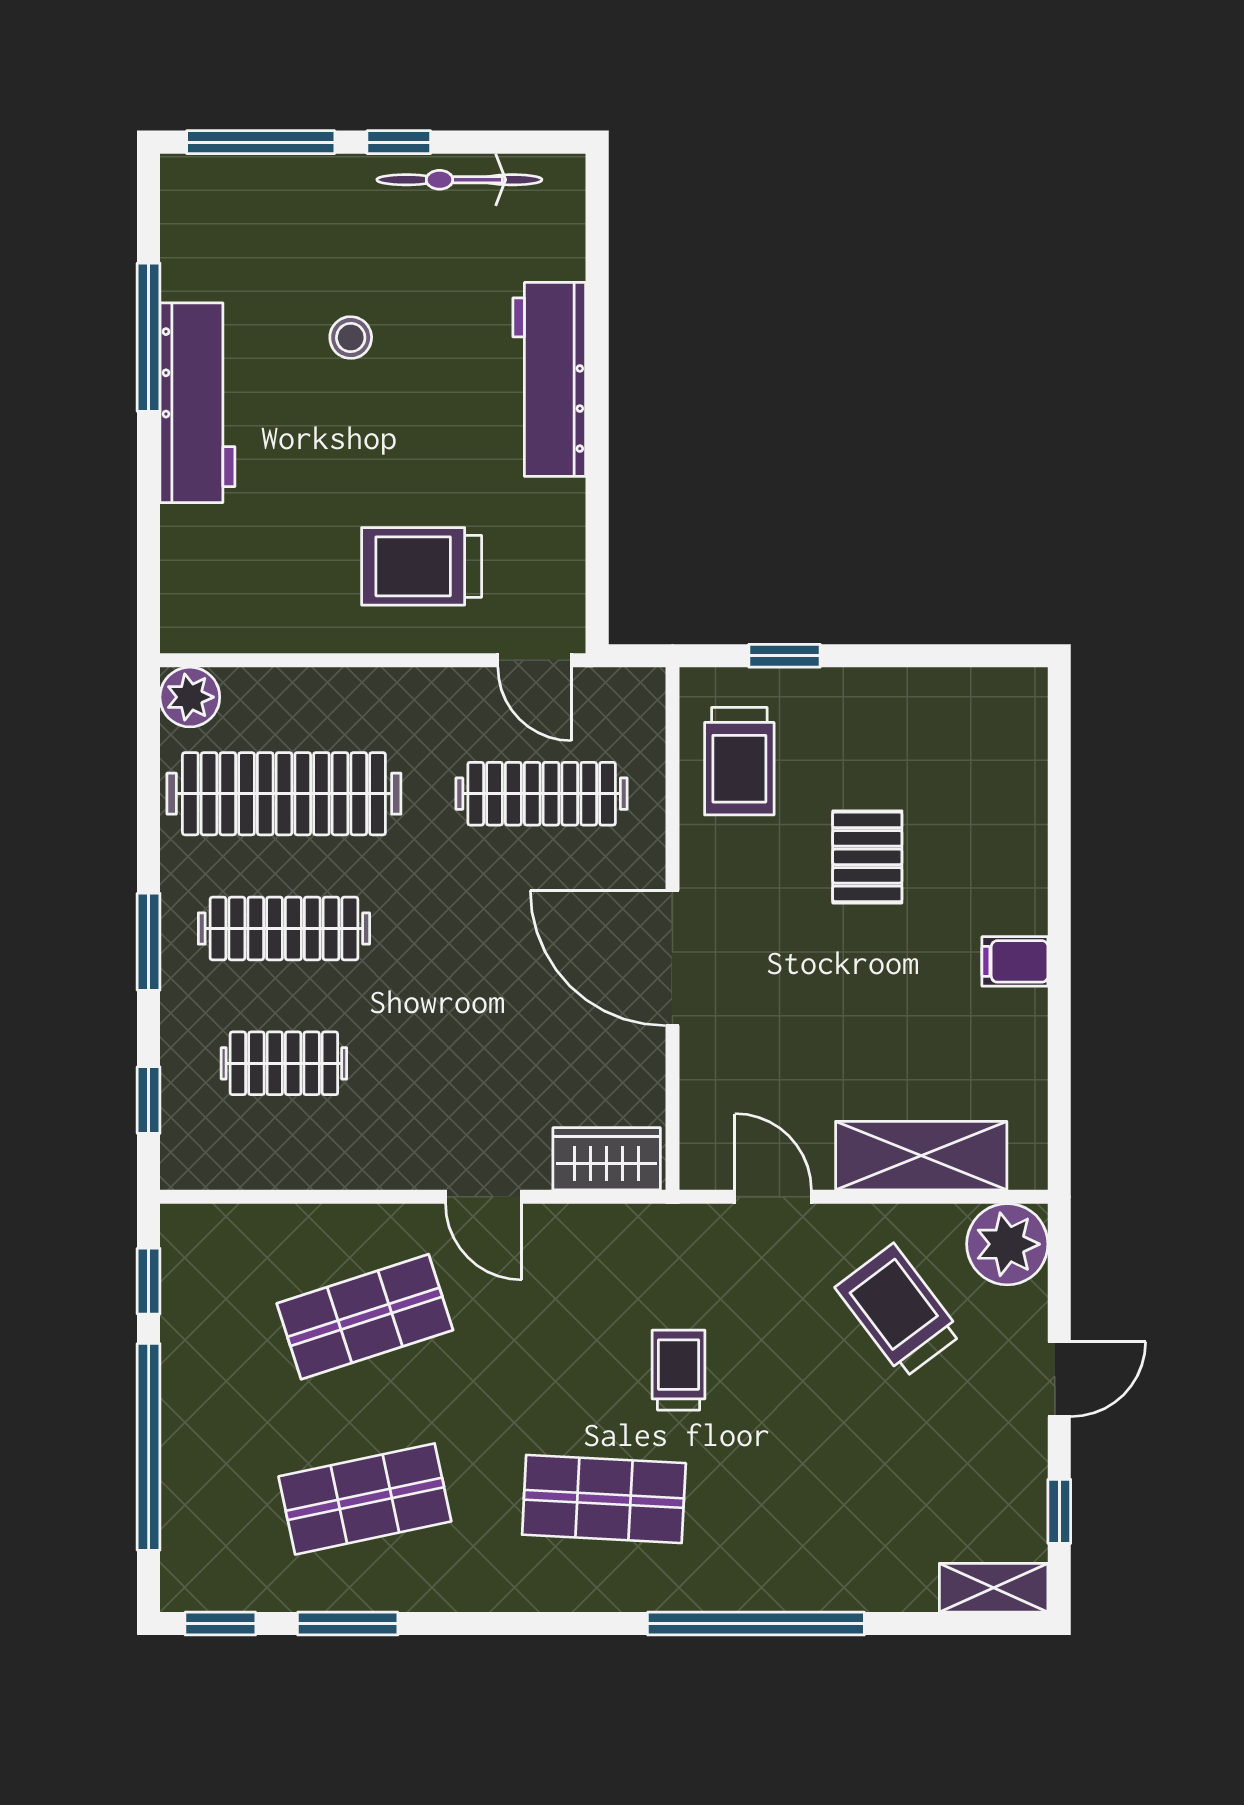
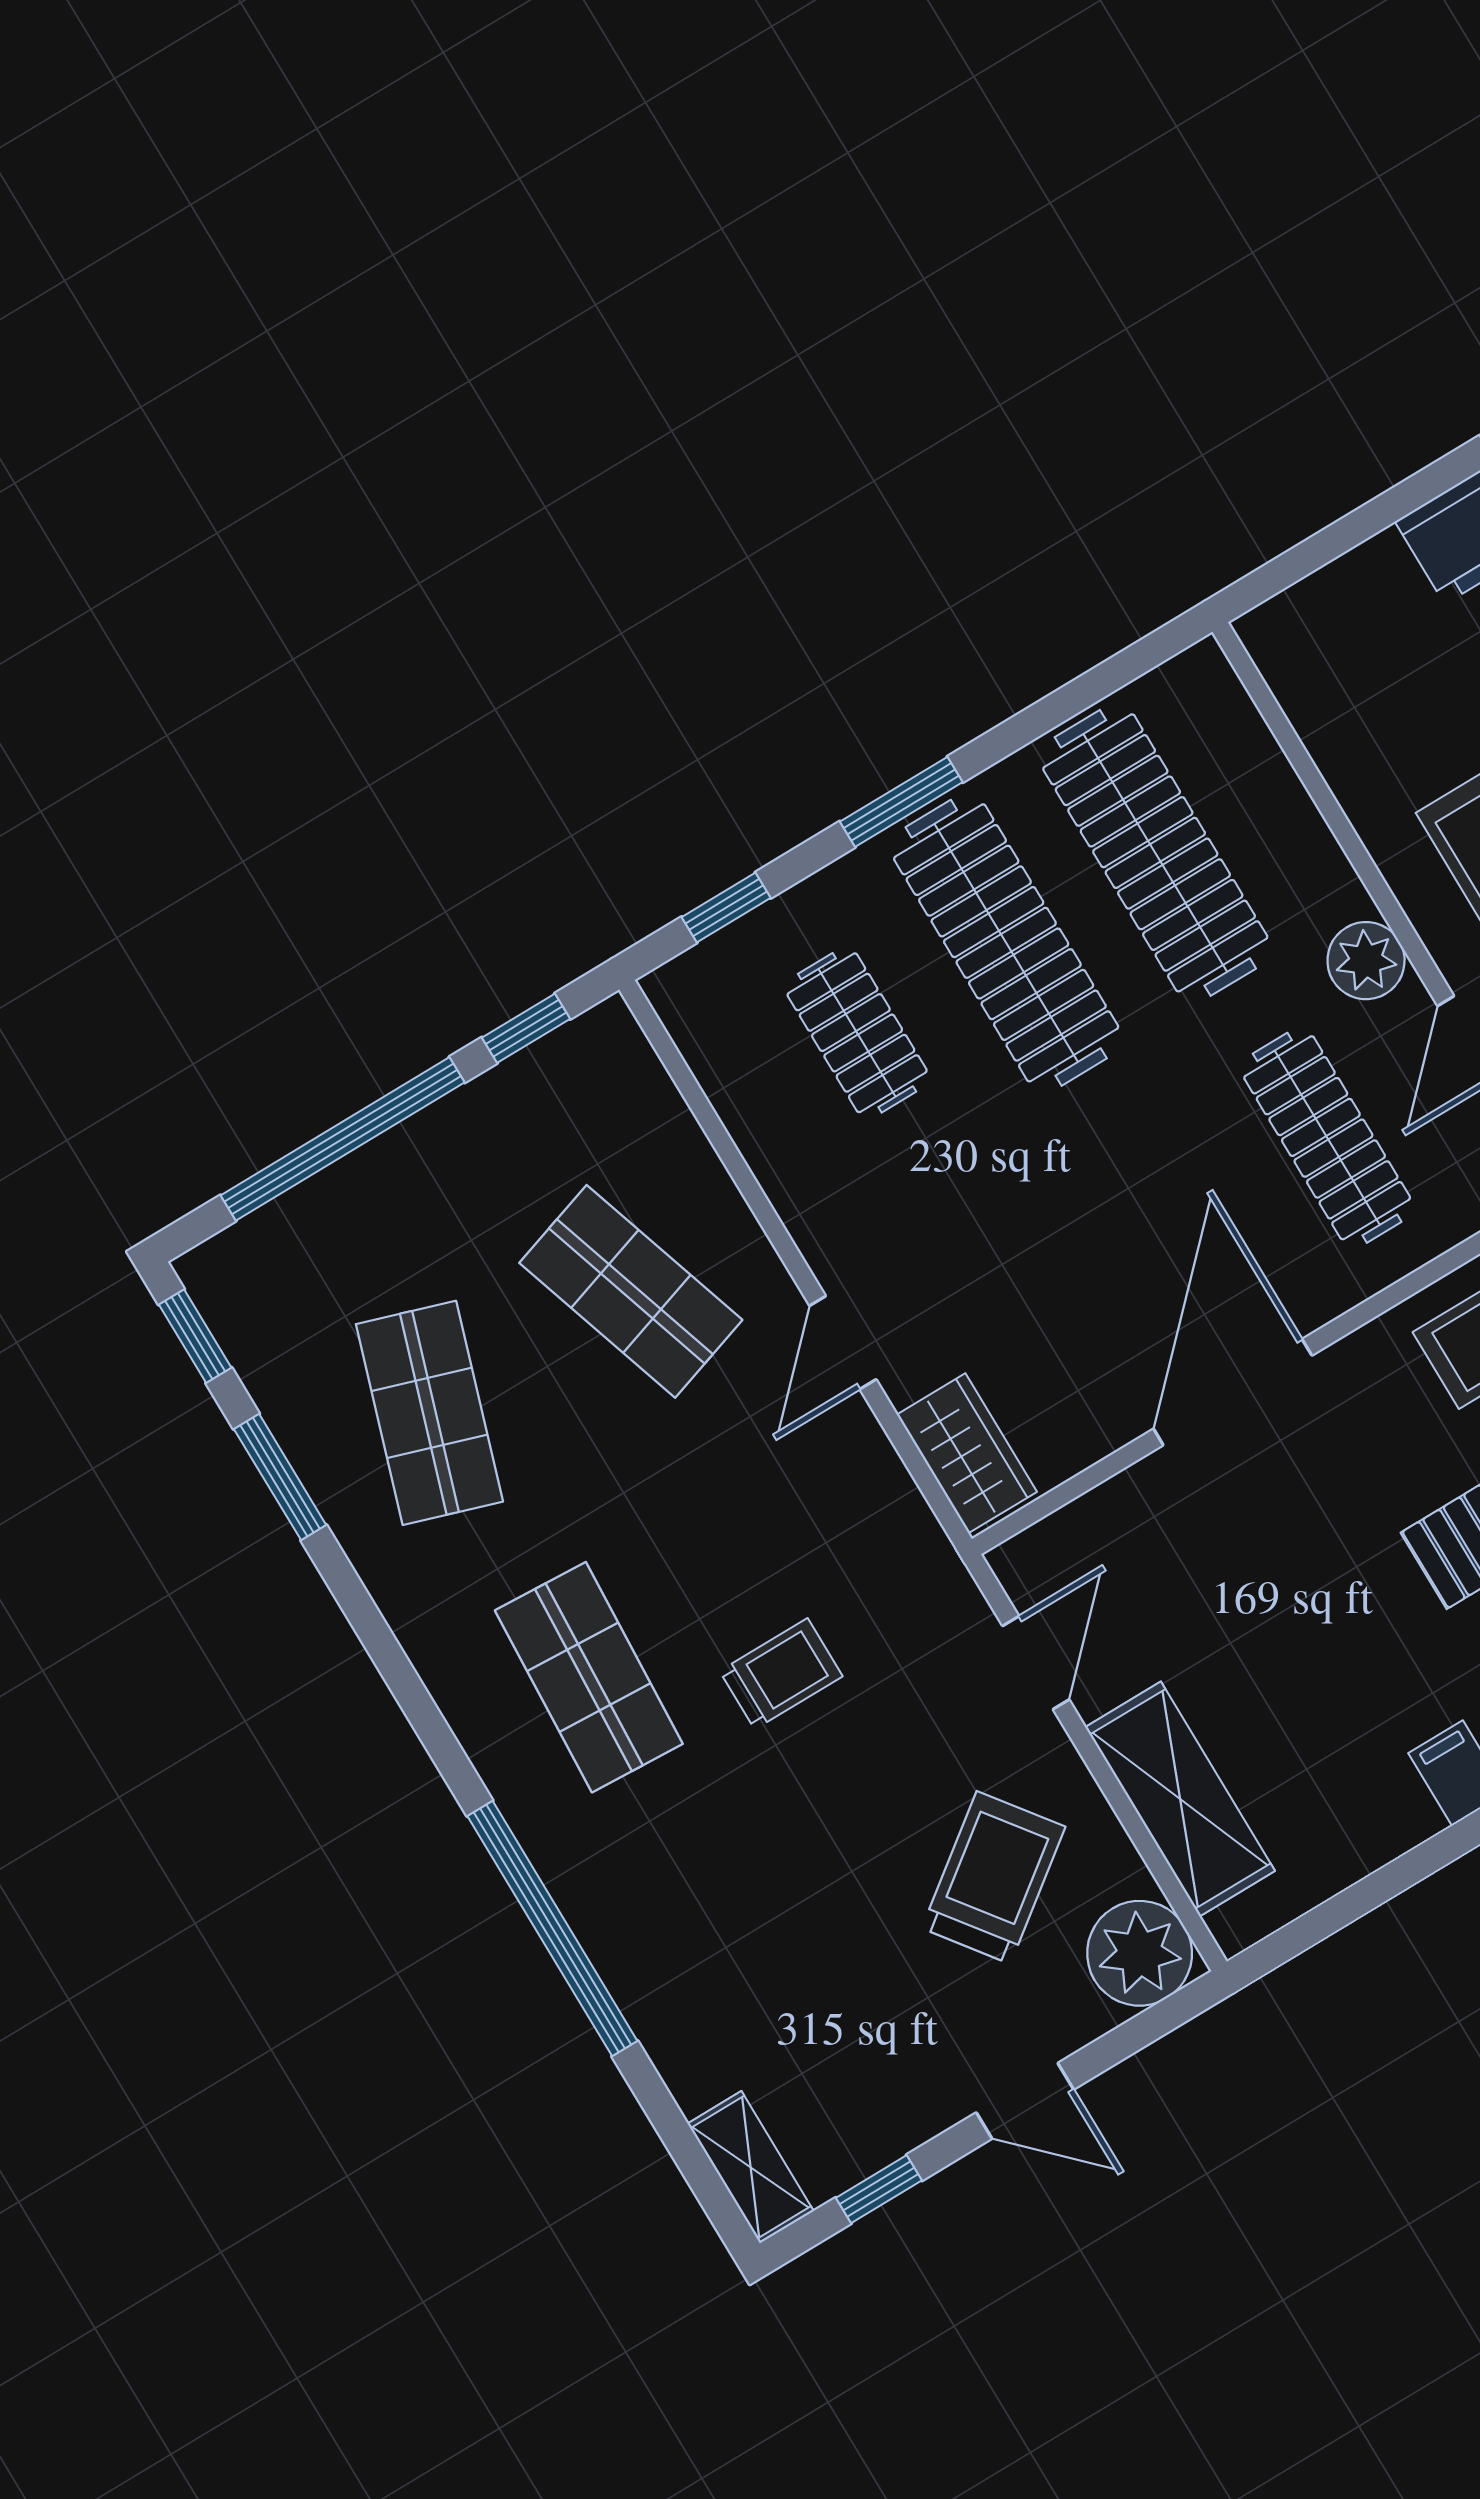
plant: (190, 697) -> (1366, 961), moved
clothes rail: (284, 929) -> (1006, 943), width x1.37, depth x1.31
shop shelf: (365, 1499) -> (429, 1413), turned 30

